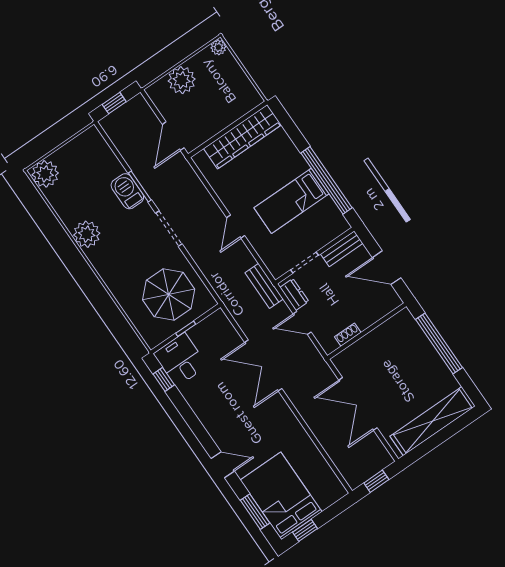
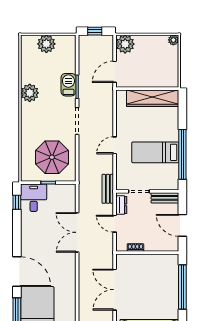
plant: (182, 80) -> (125, 44), moved
plant: (45, 174) -> (46, 44), moved
door: (223, 465) -> (17, 272), width x1.88

